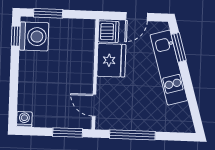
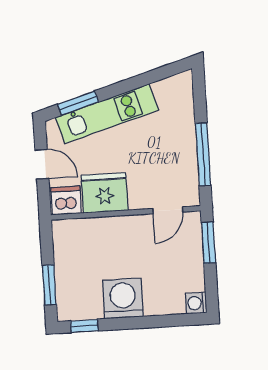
washing machine: (34, 36) -> (123, 298), moved

